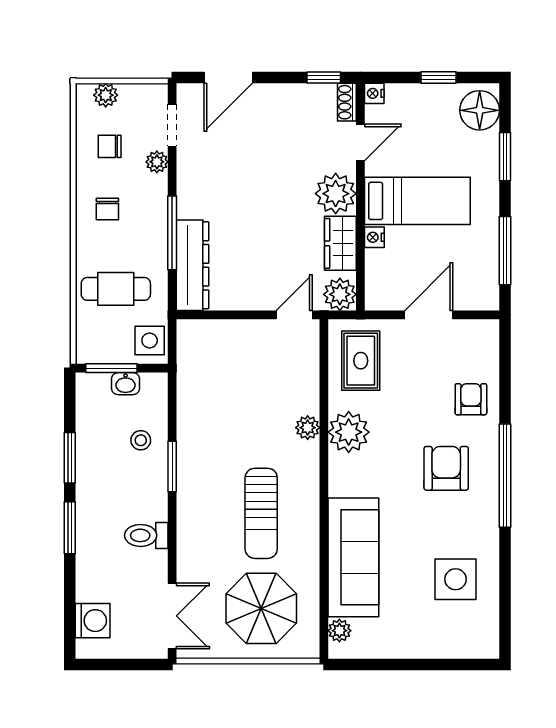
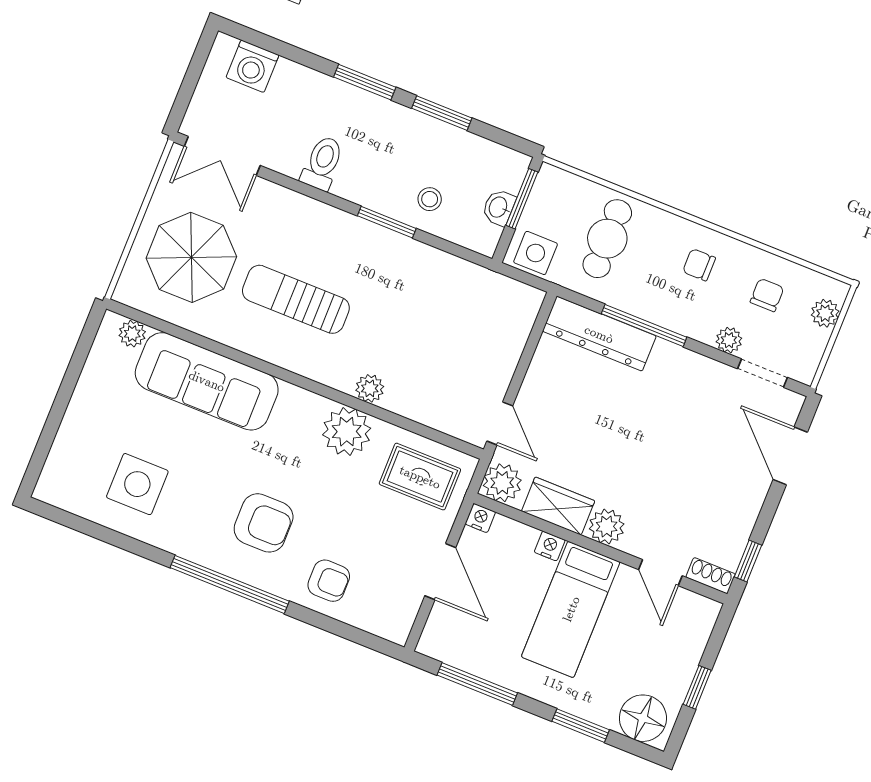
nightstand: (374, 93) -> (480, 518), moved
plant: (336, 194) -> (607, 526), width x0.73, depth x0.73

